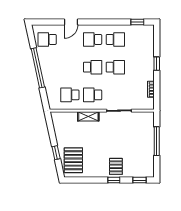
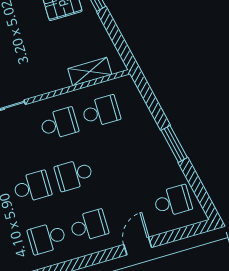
school desk: (115, 67) -> (32, 187), turned 180
window: (38, 68) -> (174, 144), width x0.47
shelving: (88, 116) -> (90, 72), moved

